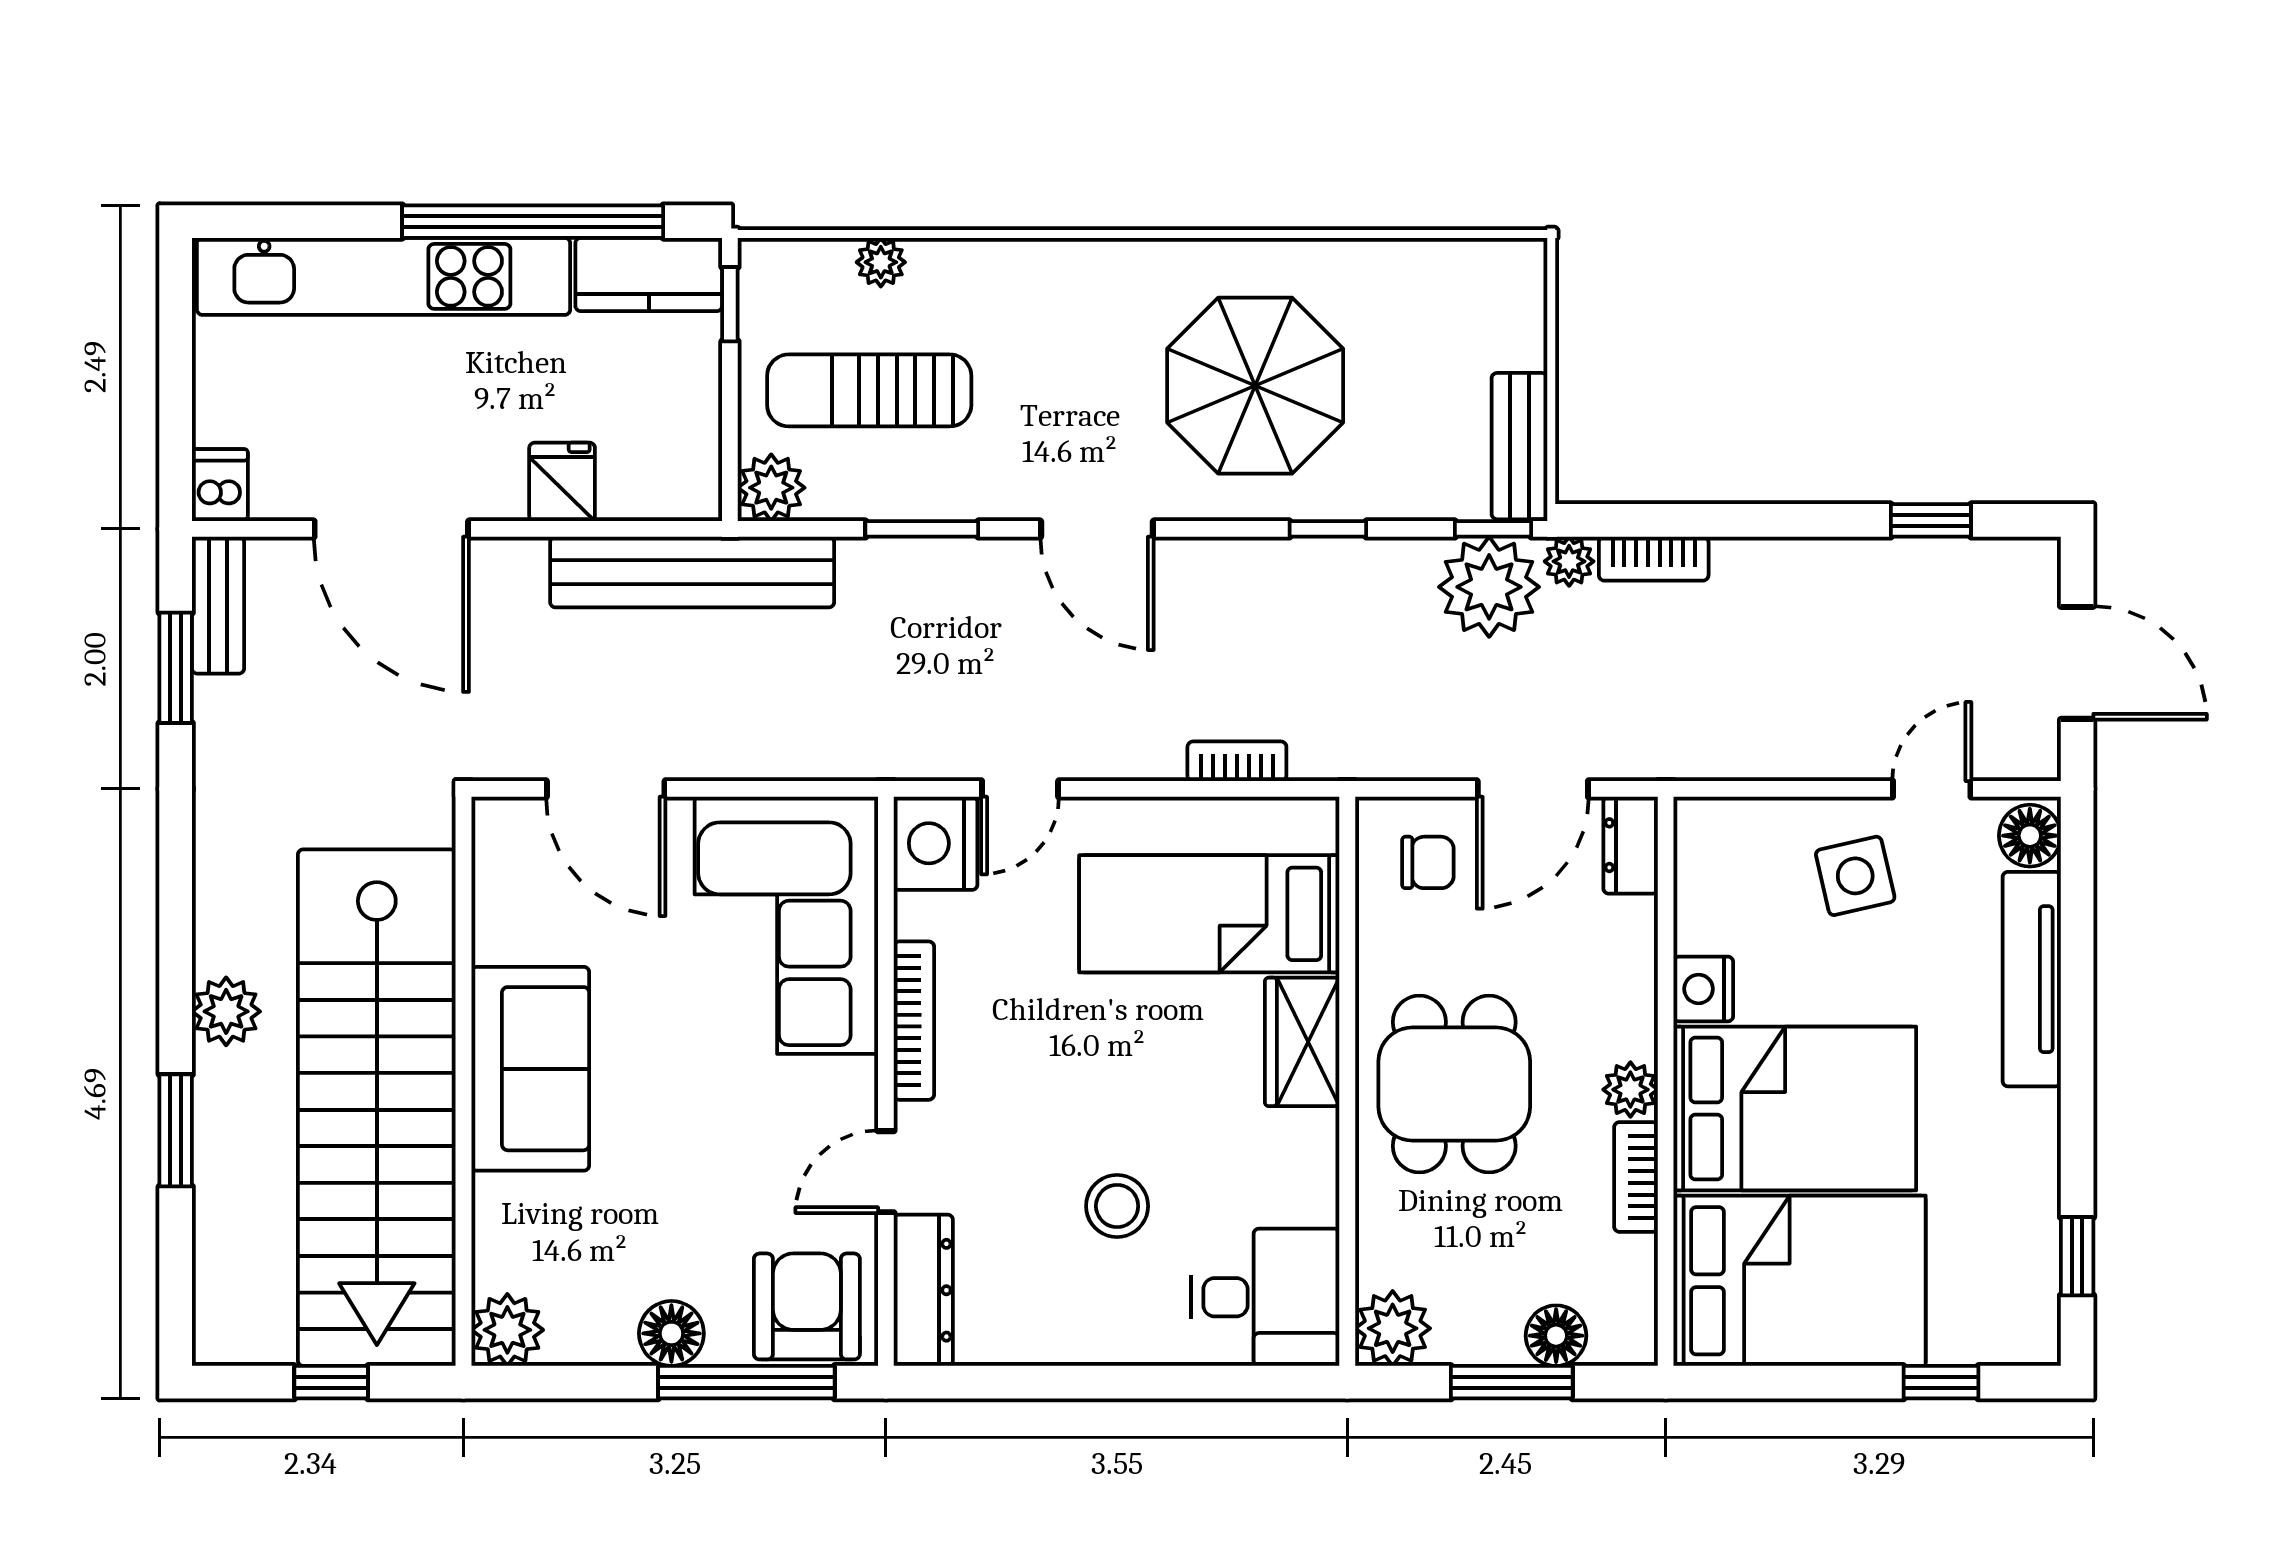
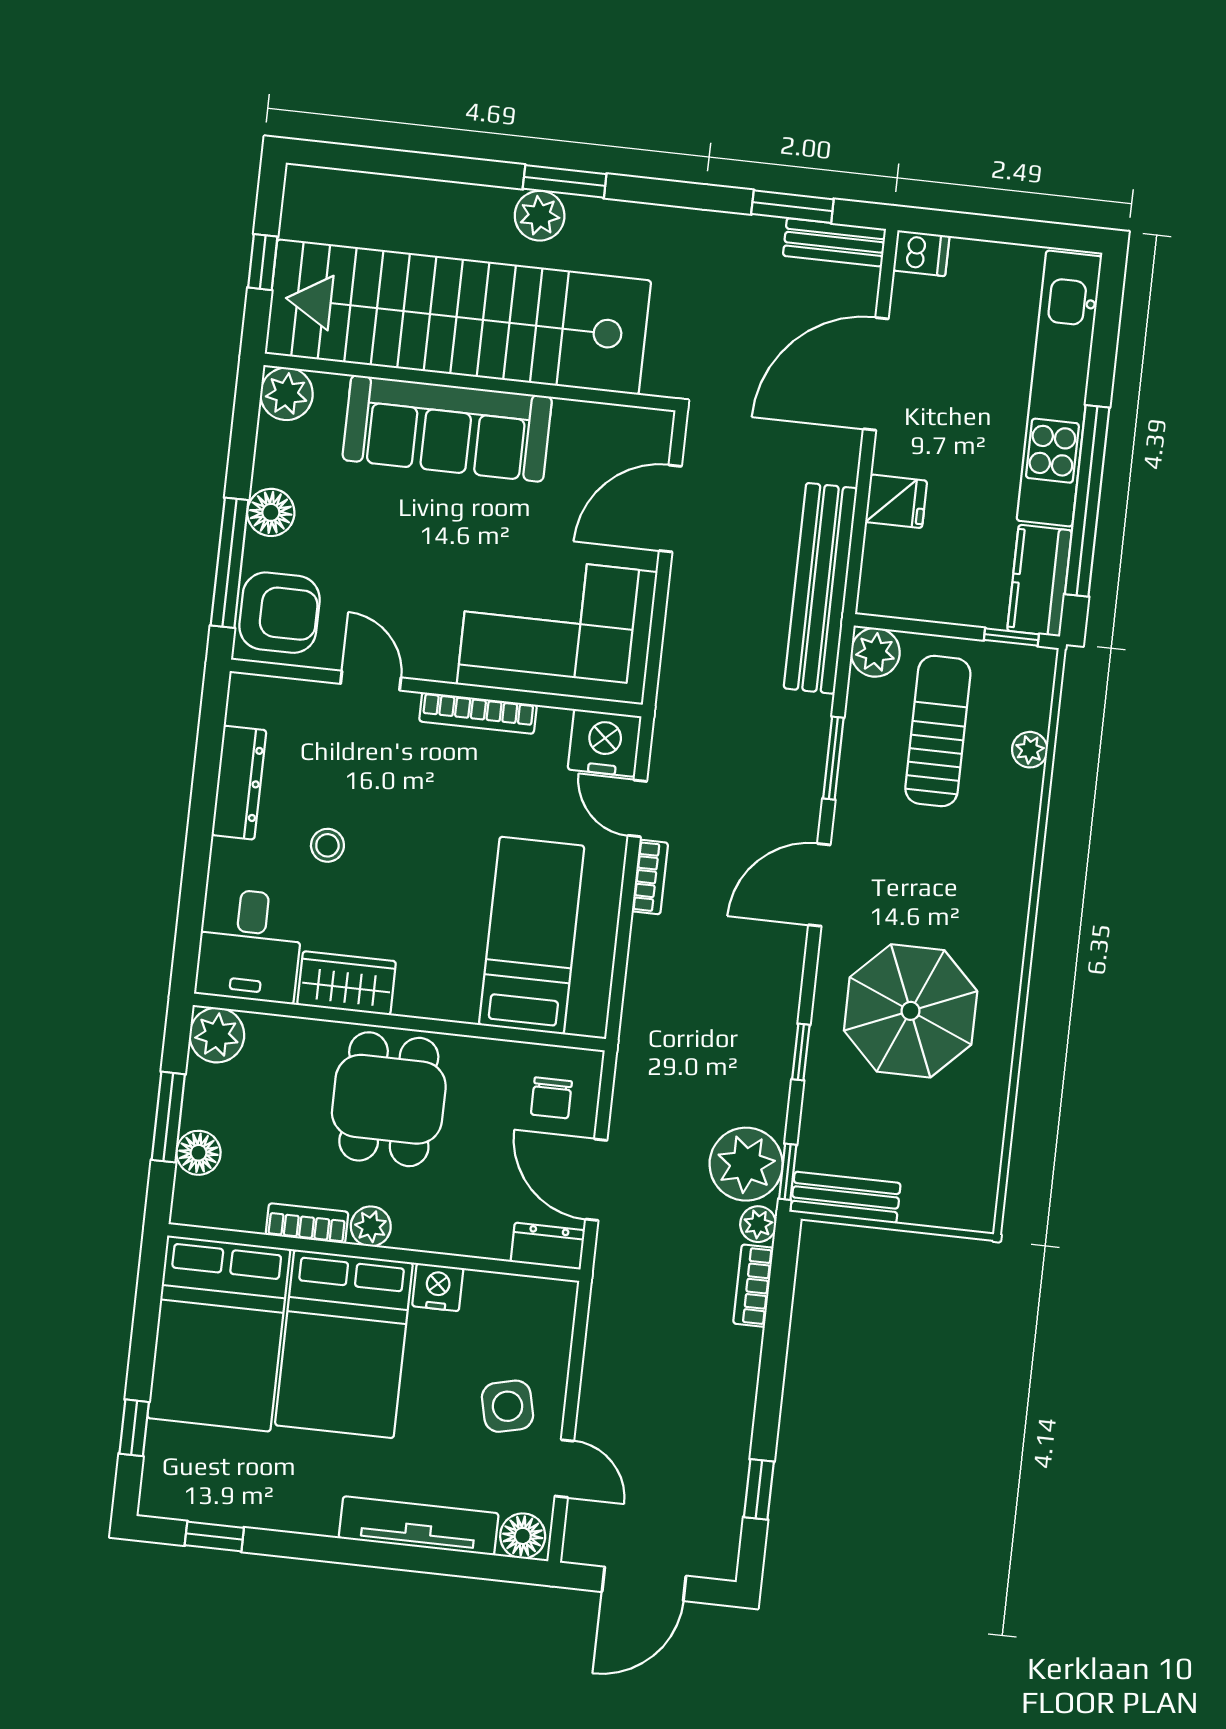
bookcase: (1237, 761) -> (650, 877), moved
wardrobe: (1302, 1042) -> (347, 983), moved
sofa: (530, 1069) -> (447, 428), width x1.36
dining table: (1454, 1084) -> (389, 1099), turned 90
window: (176, 1130) -> (565, 181), moved
stool: (1117, 1206) -> (327, 845), width x0.73, depth x0.73
dresser: (923, 1290) -> (239, 783), moved, turned -90

